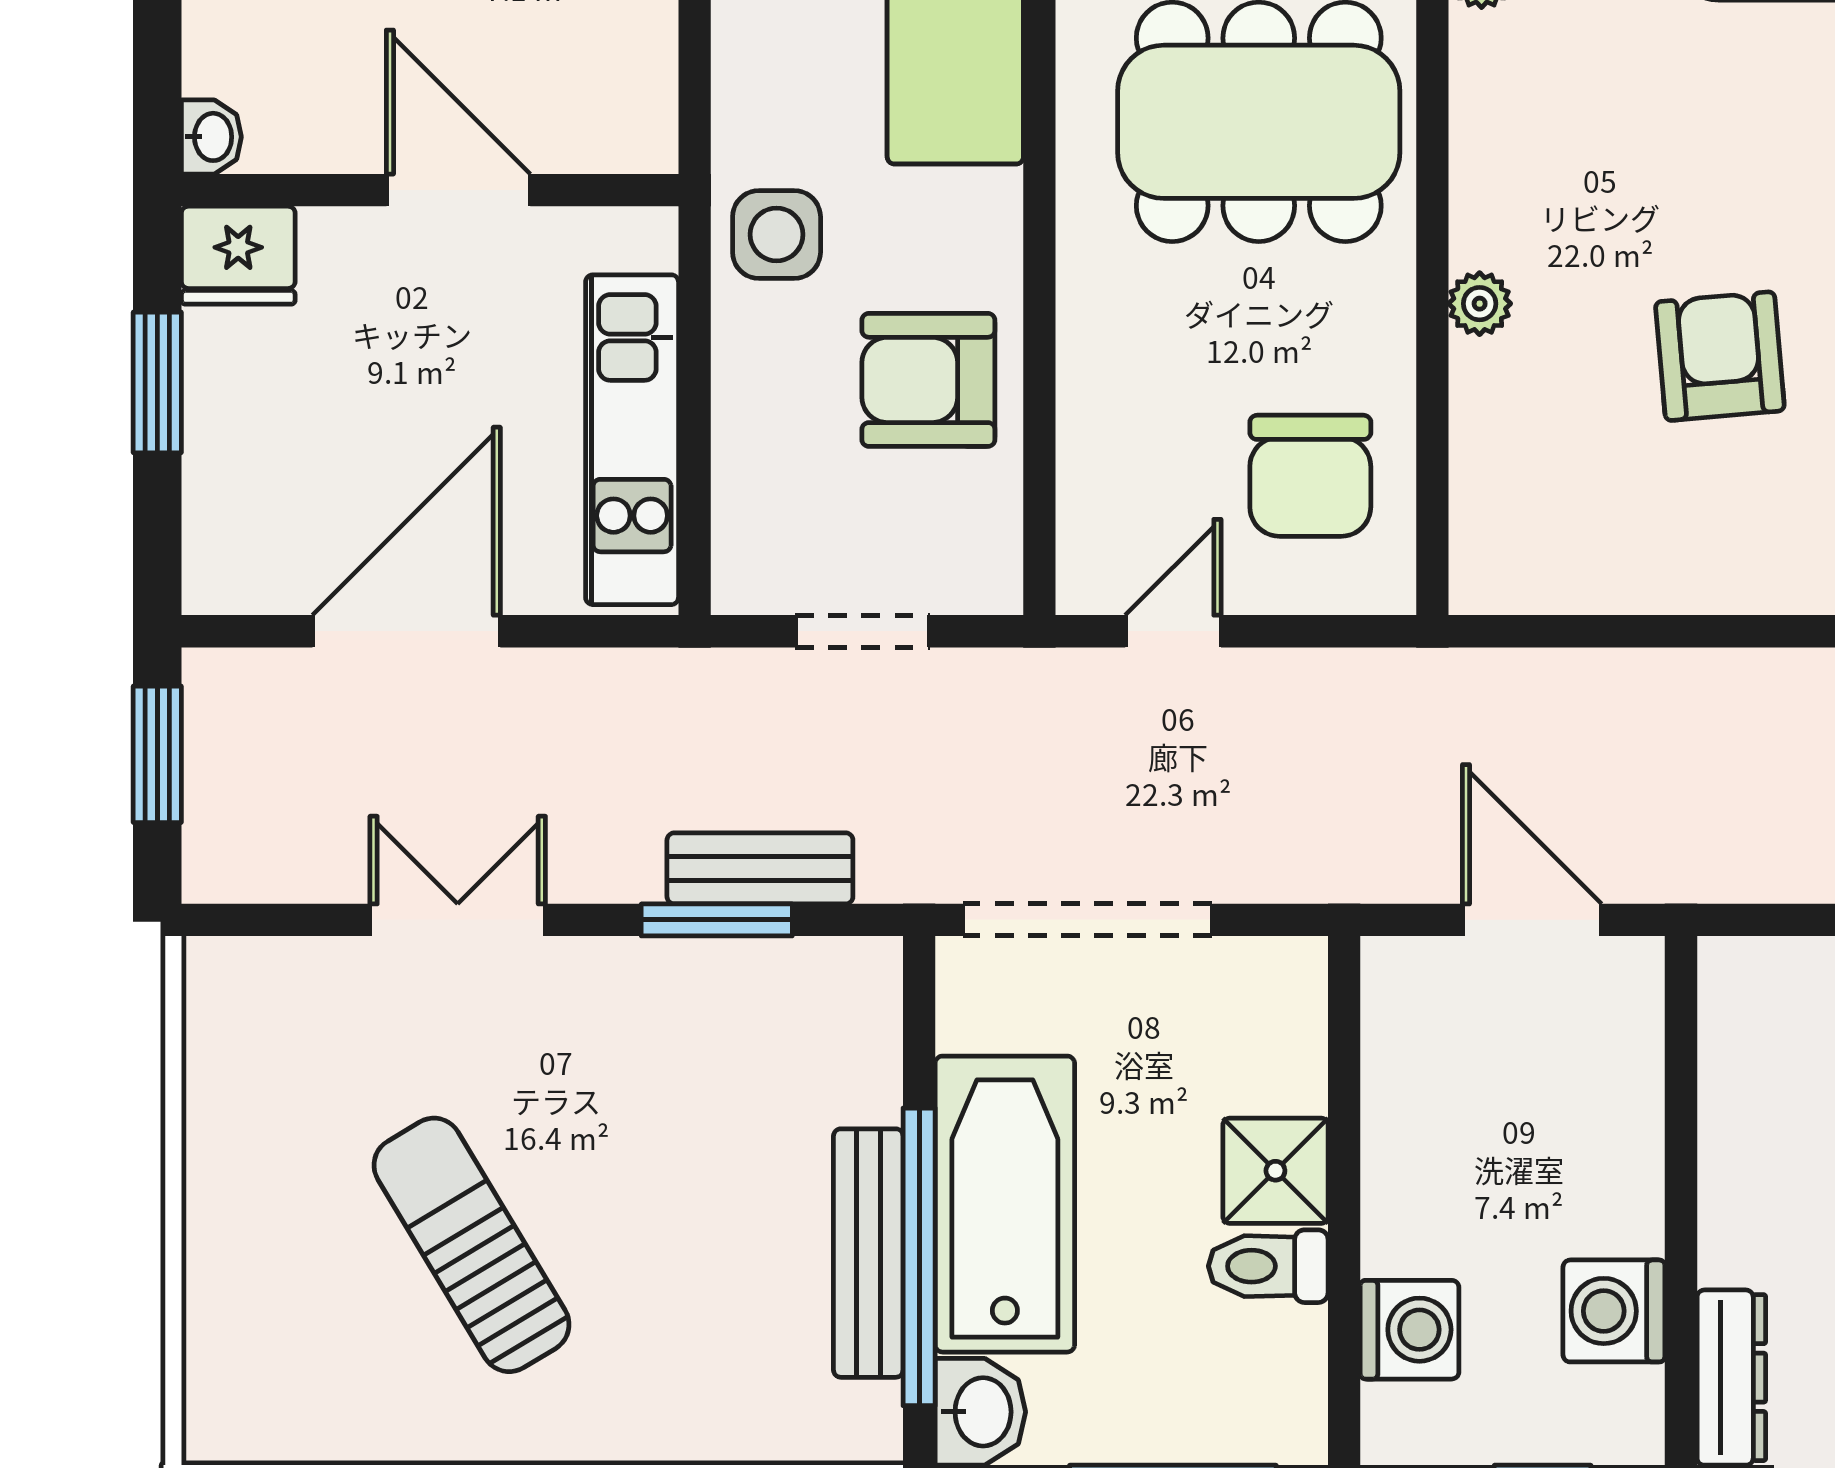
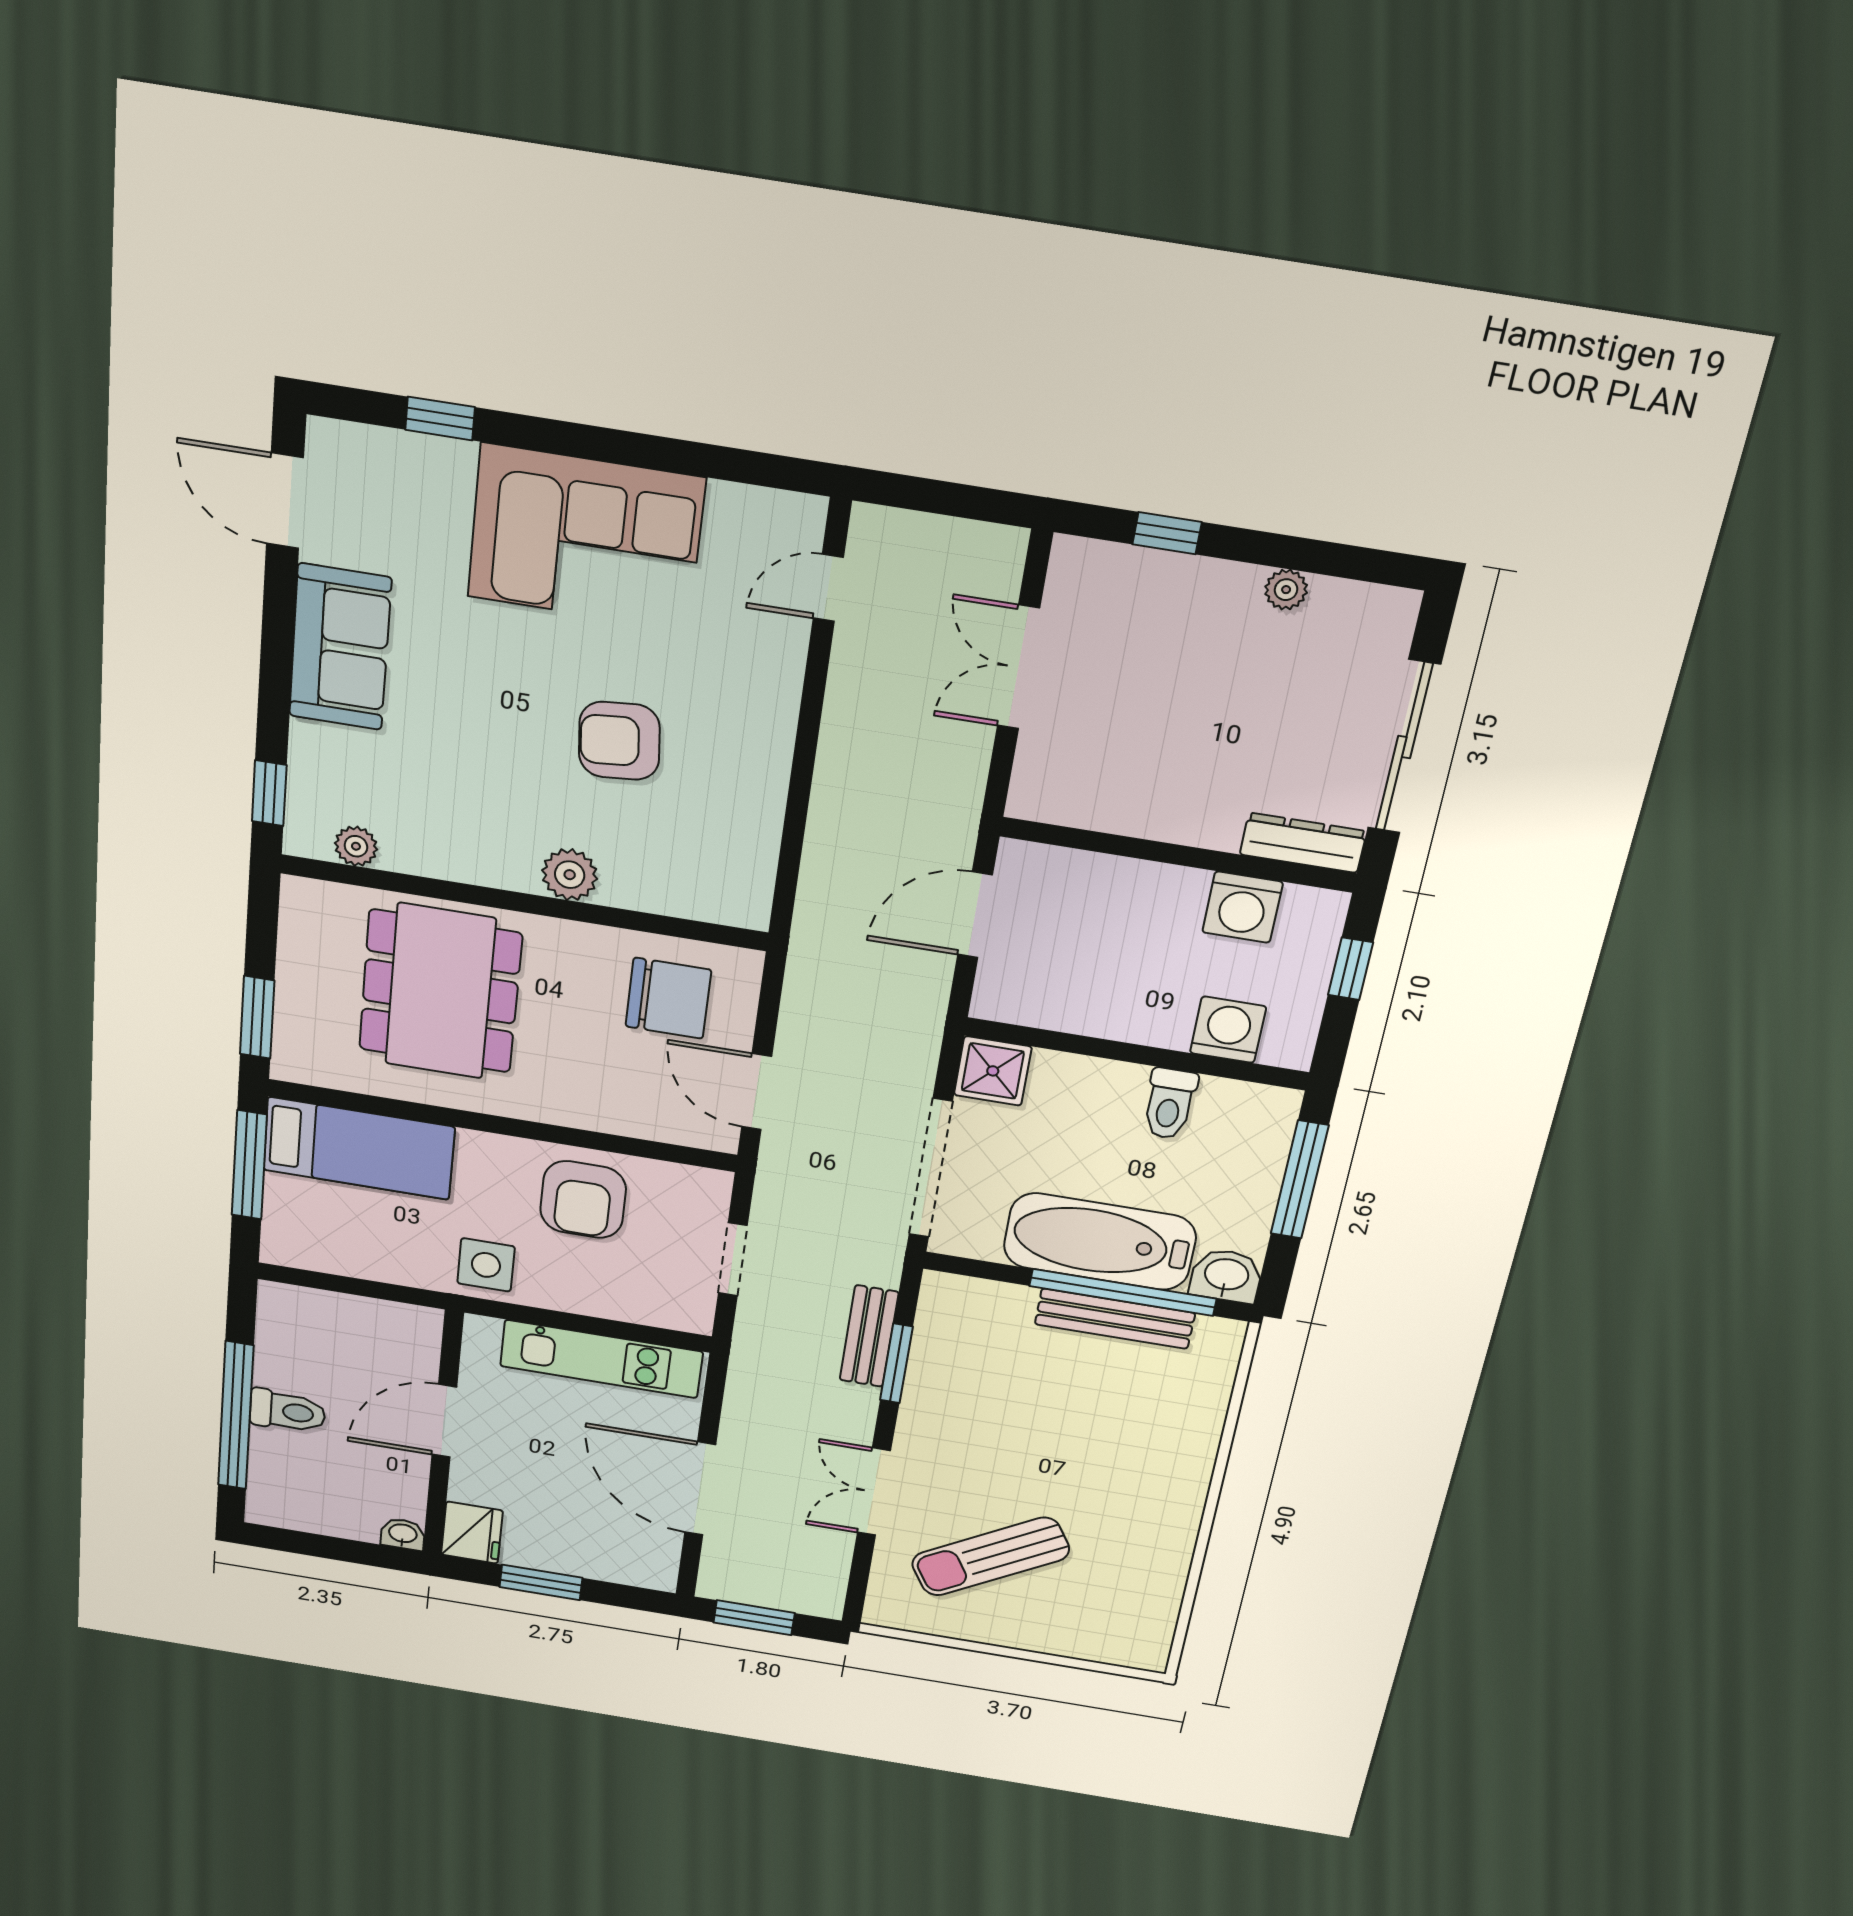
plant: (1480, 304) -> (570, 875), width x1.38, depth x1.38
door: (1173, 631) -> (757, 1092), width x1.38
shower: (1275, 1171) -> (993, 1071), moved
sun lounger: (472, 1245) -> (990, 1557), moved

